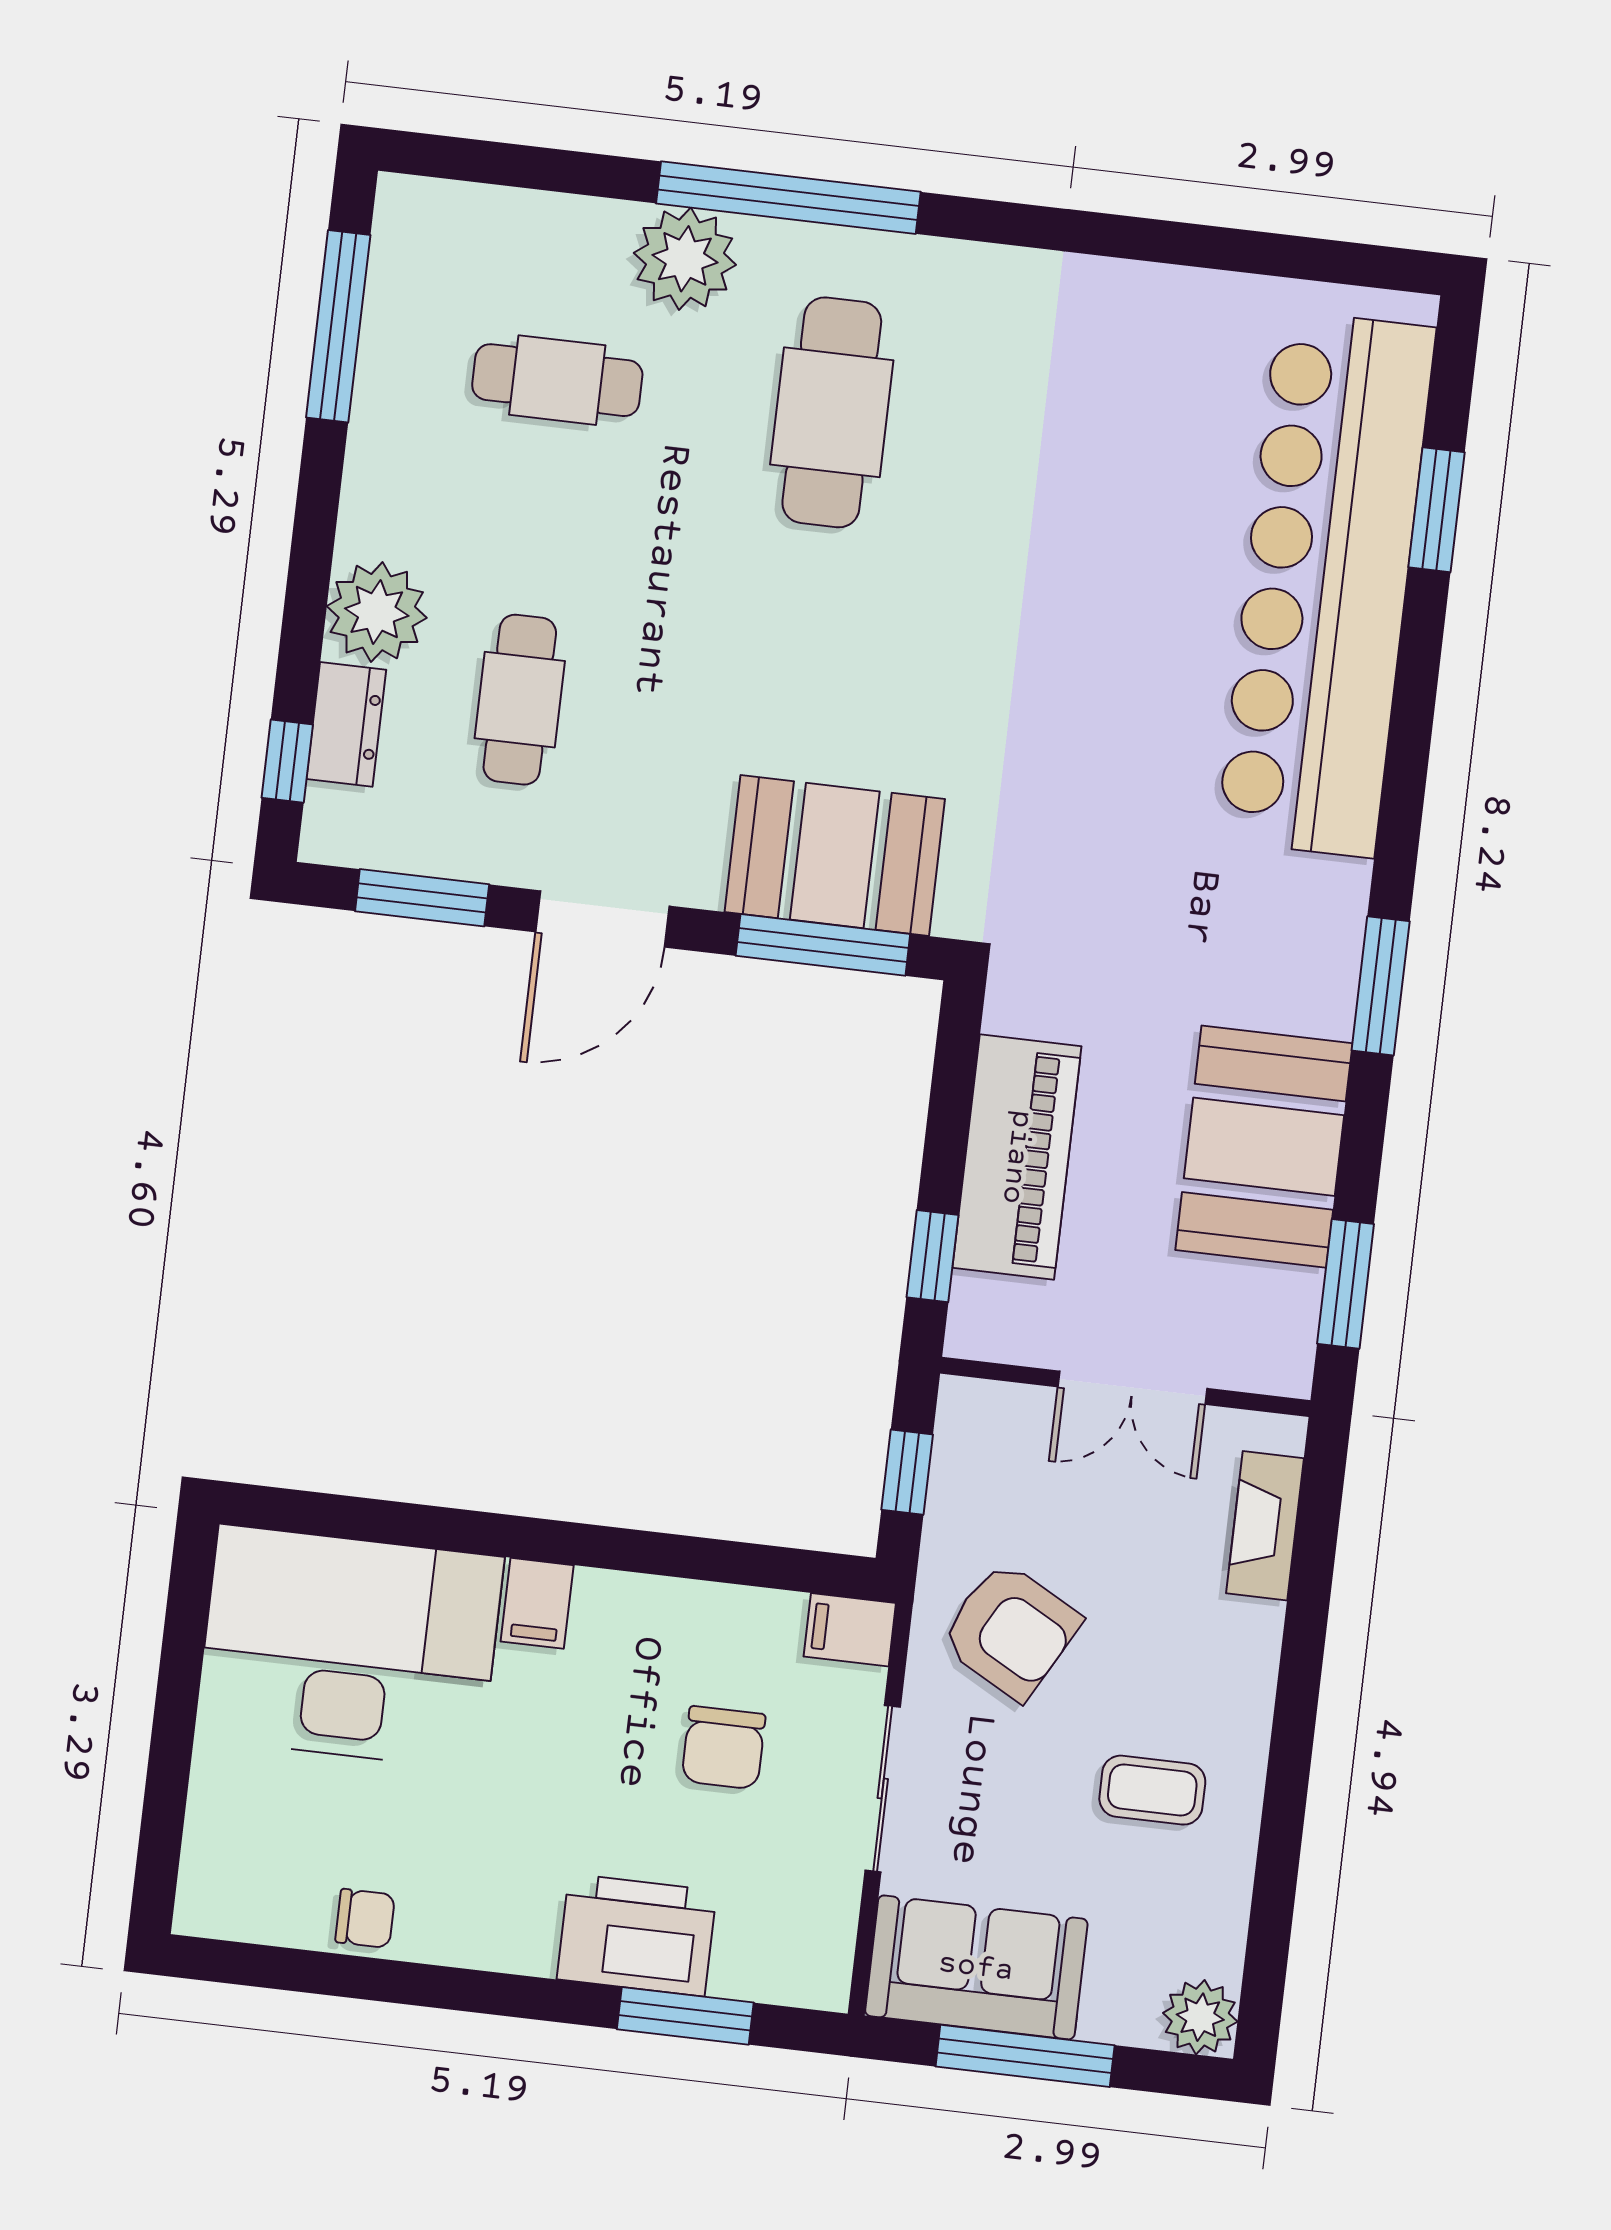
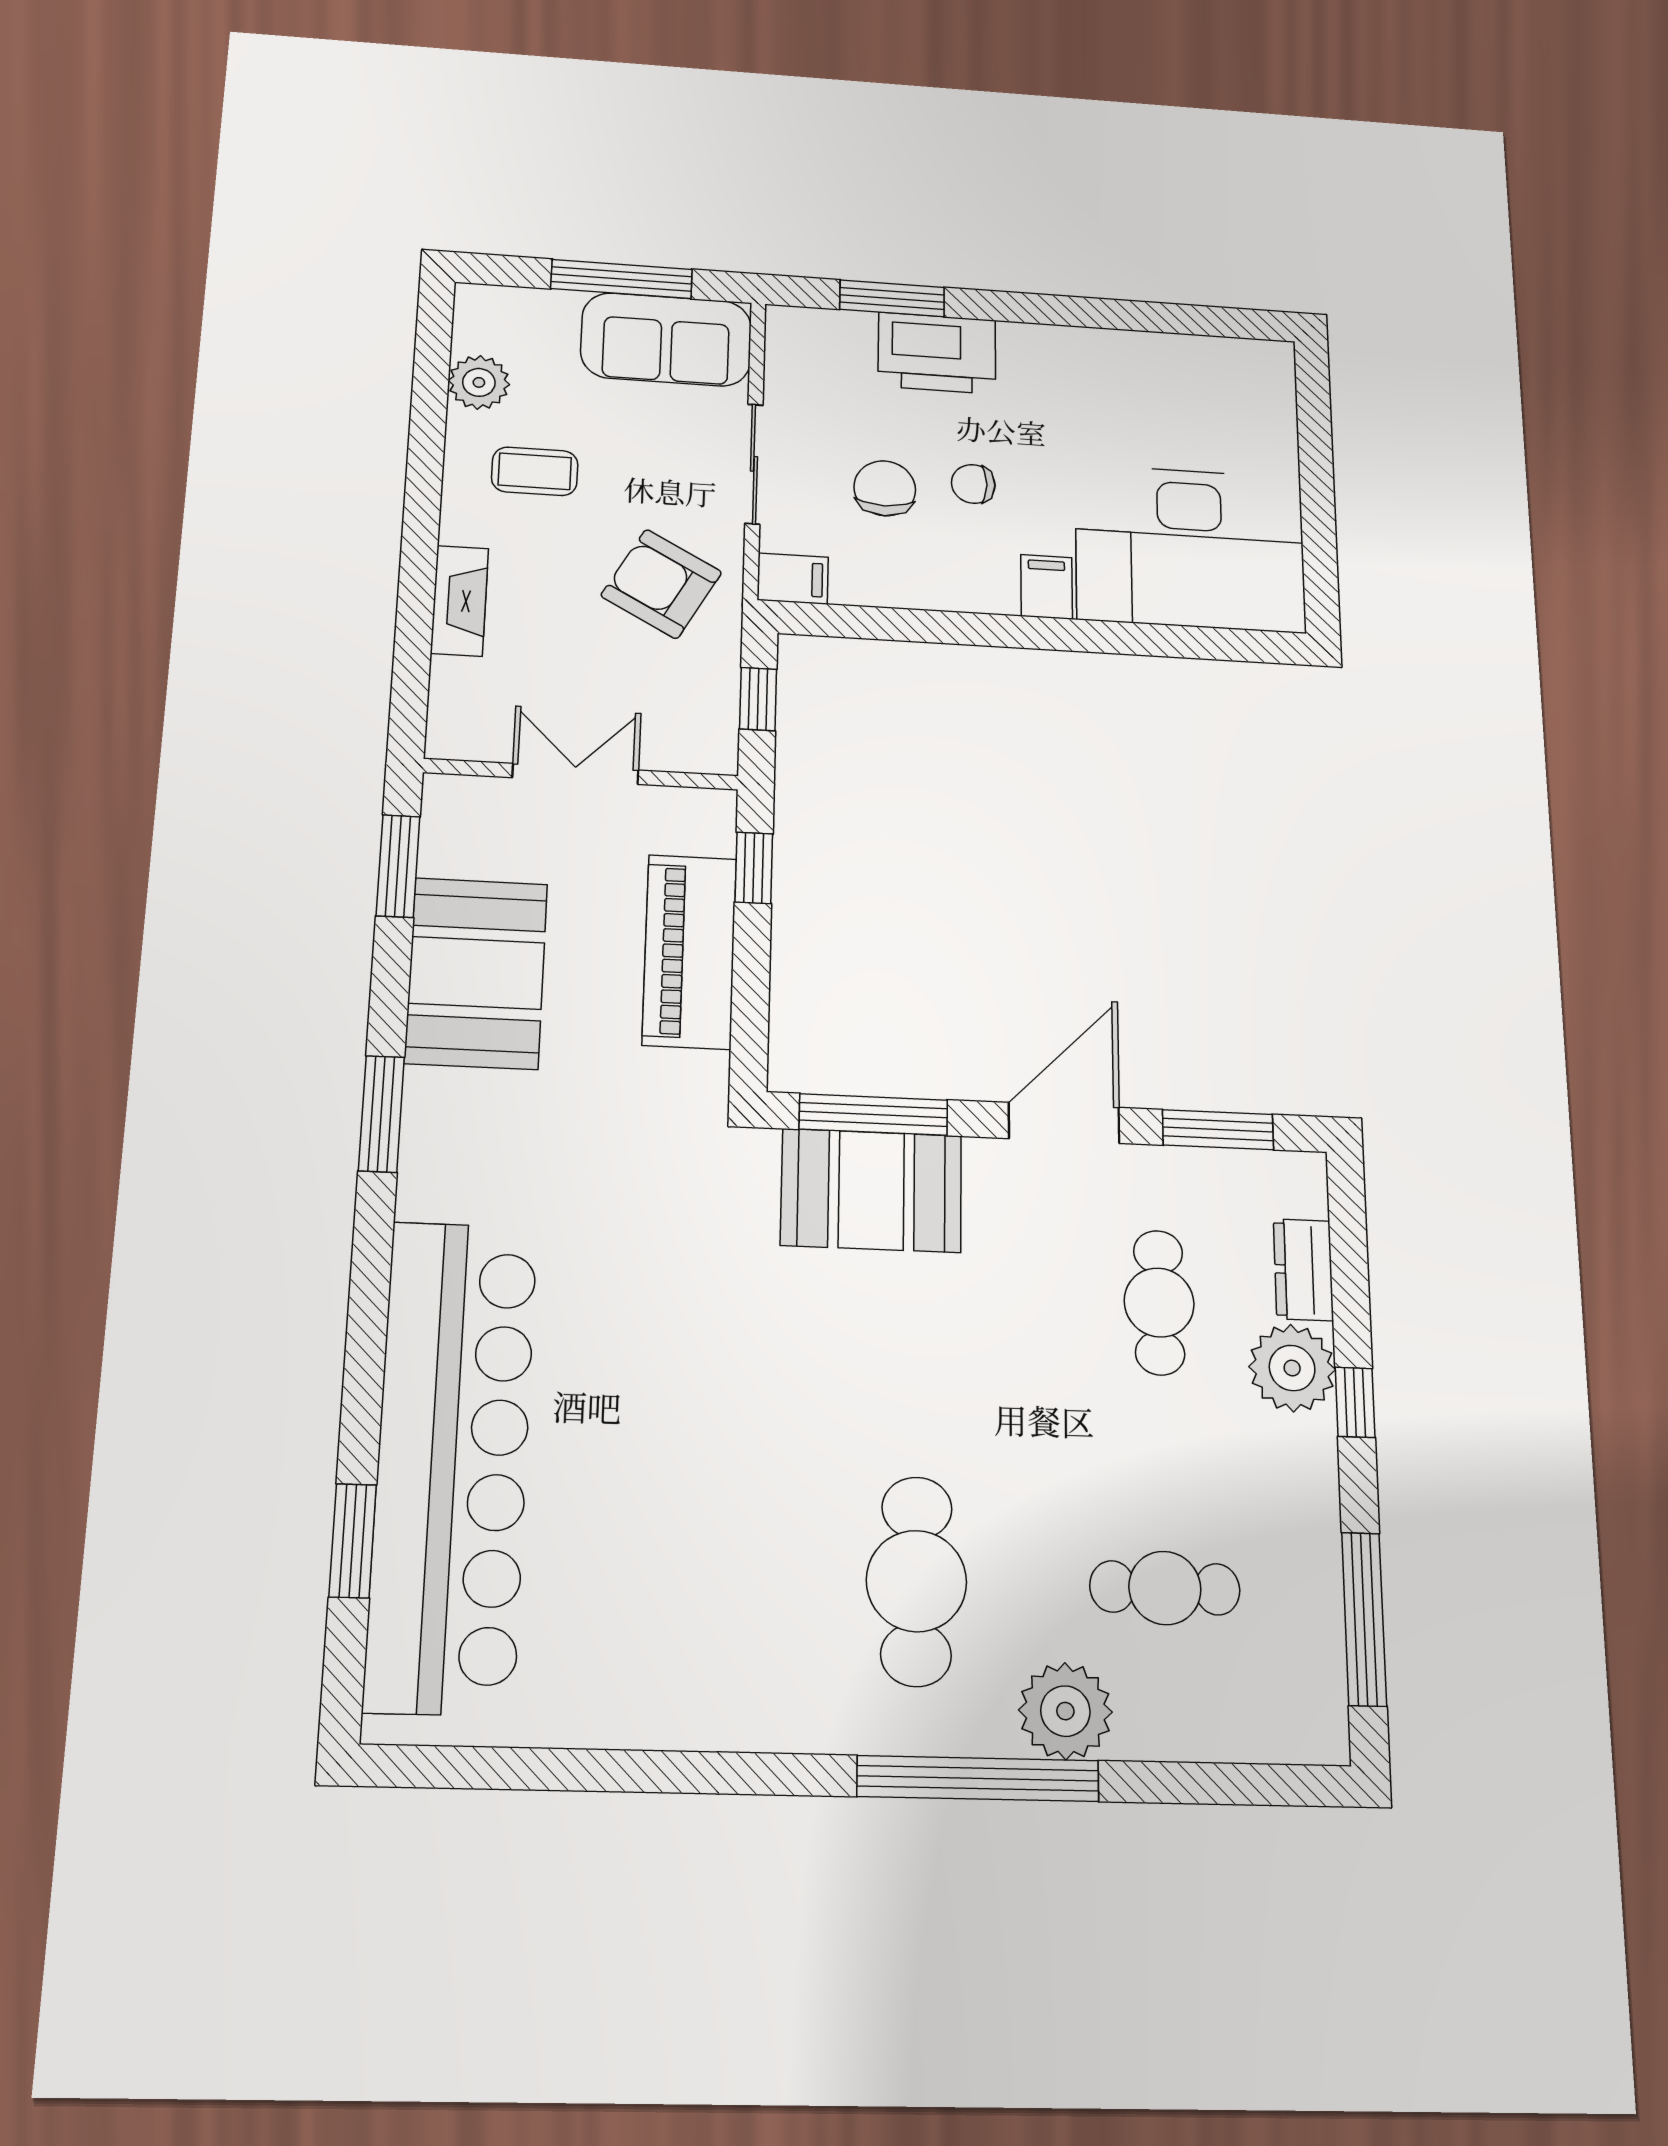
window: (287, 761) -> (1355, 1402), moved
fireplace: (1265, 1526) -> (460, 601), moved
chair: (365, 1918) -> (973, 484), moved
plant: (1200, 2017) -> (479, 382), moved

